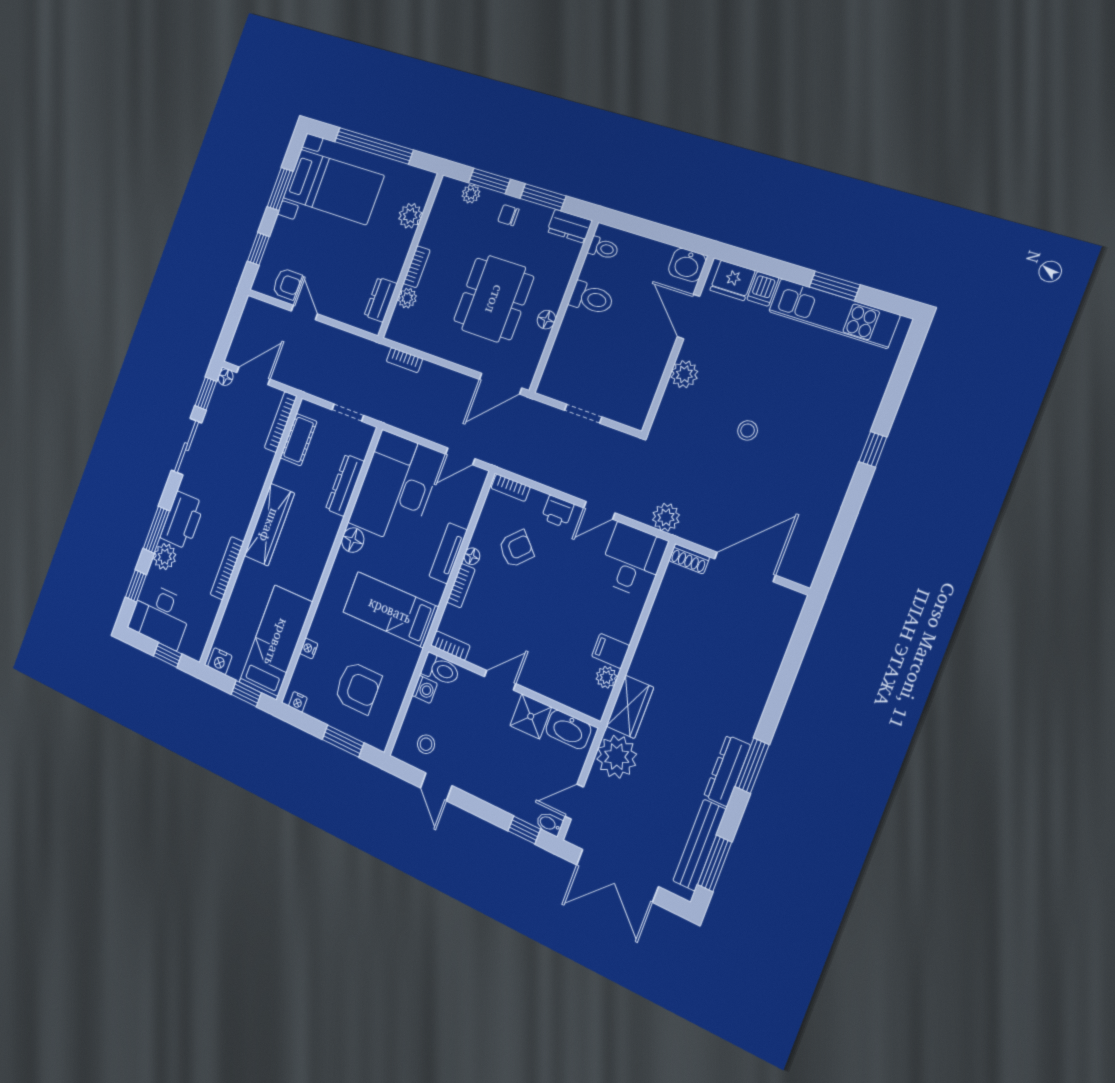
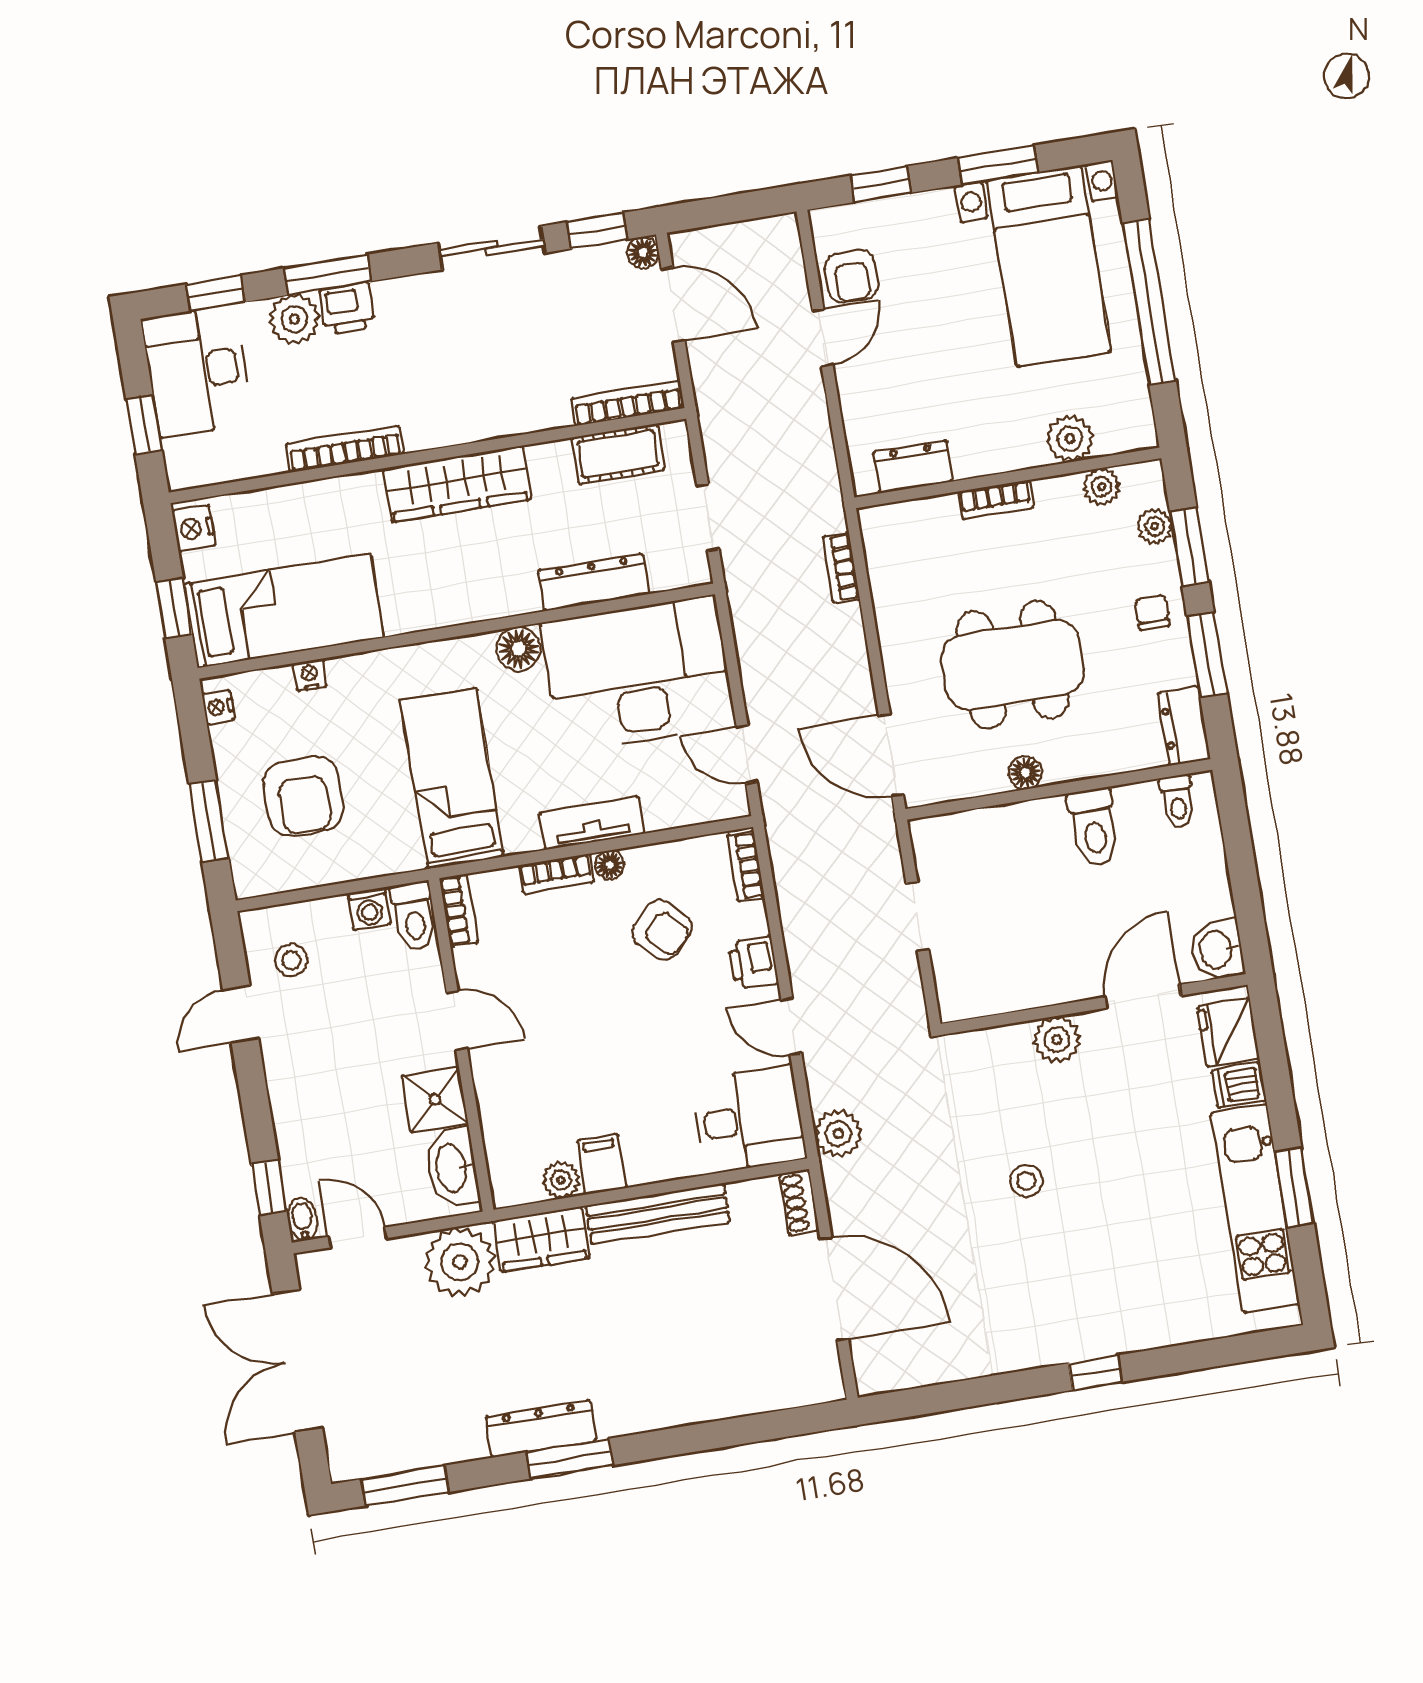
plant: (407, 298) -> (1102, 487), moved
printer: (182, 520) -> (347, 308), width x0.53, depth x0.68
bench: (699, 845) -> (658, 1214), moved

